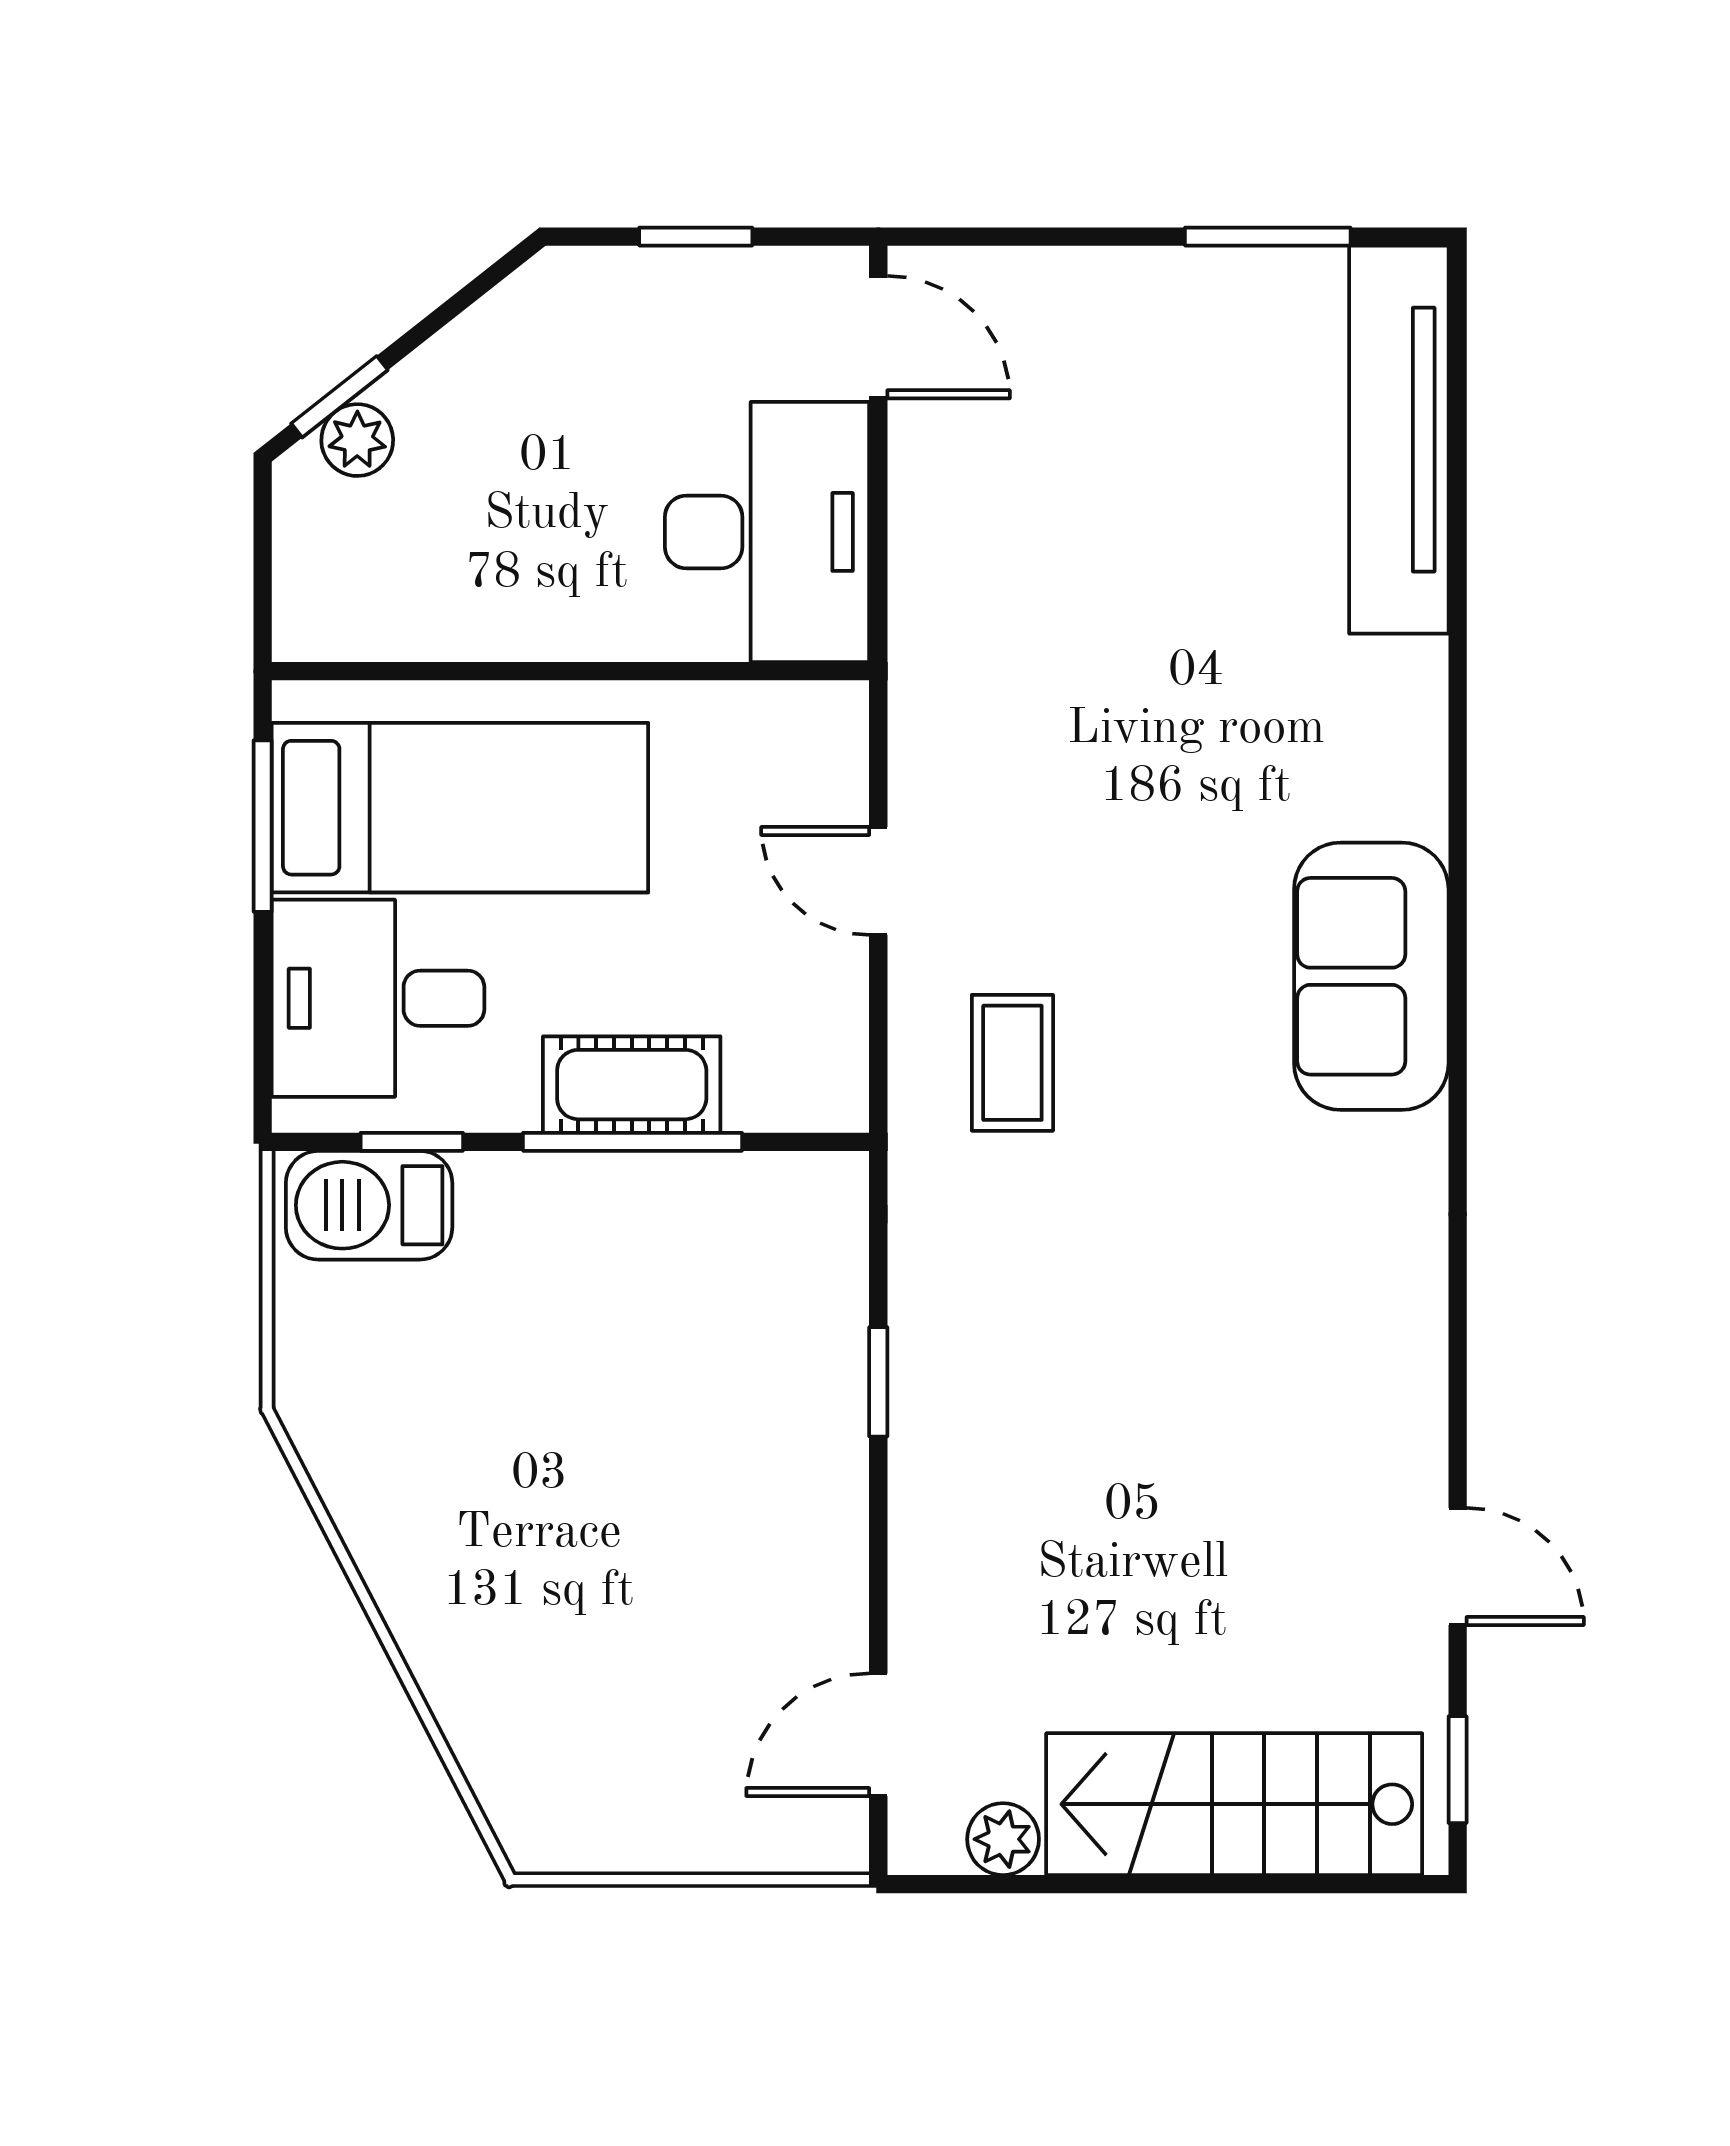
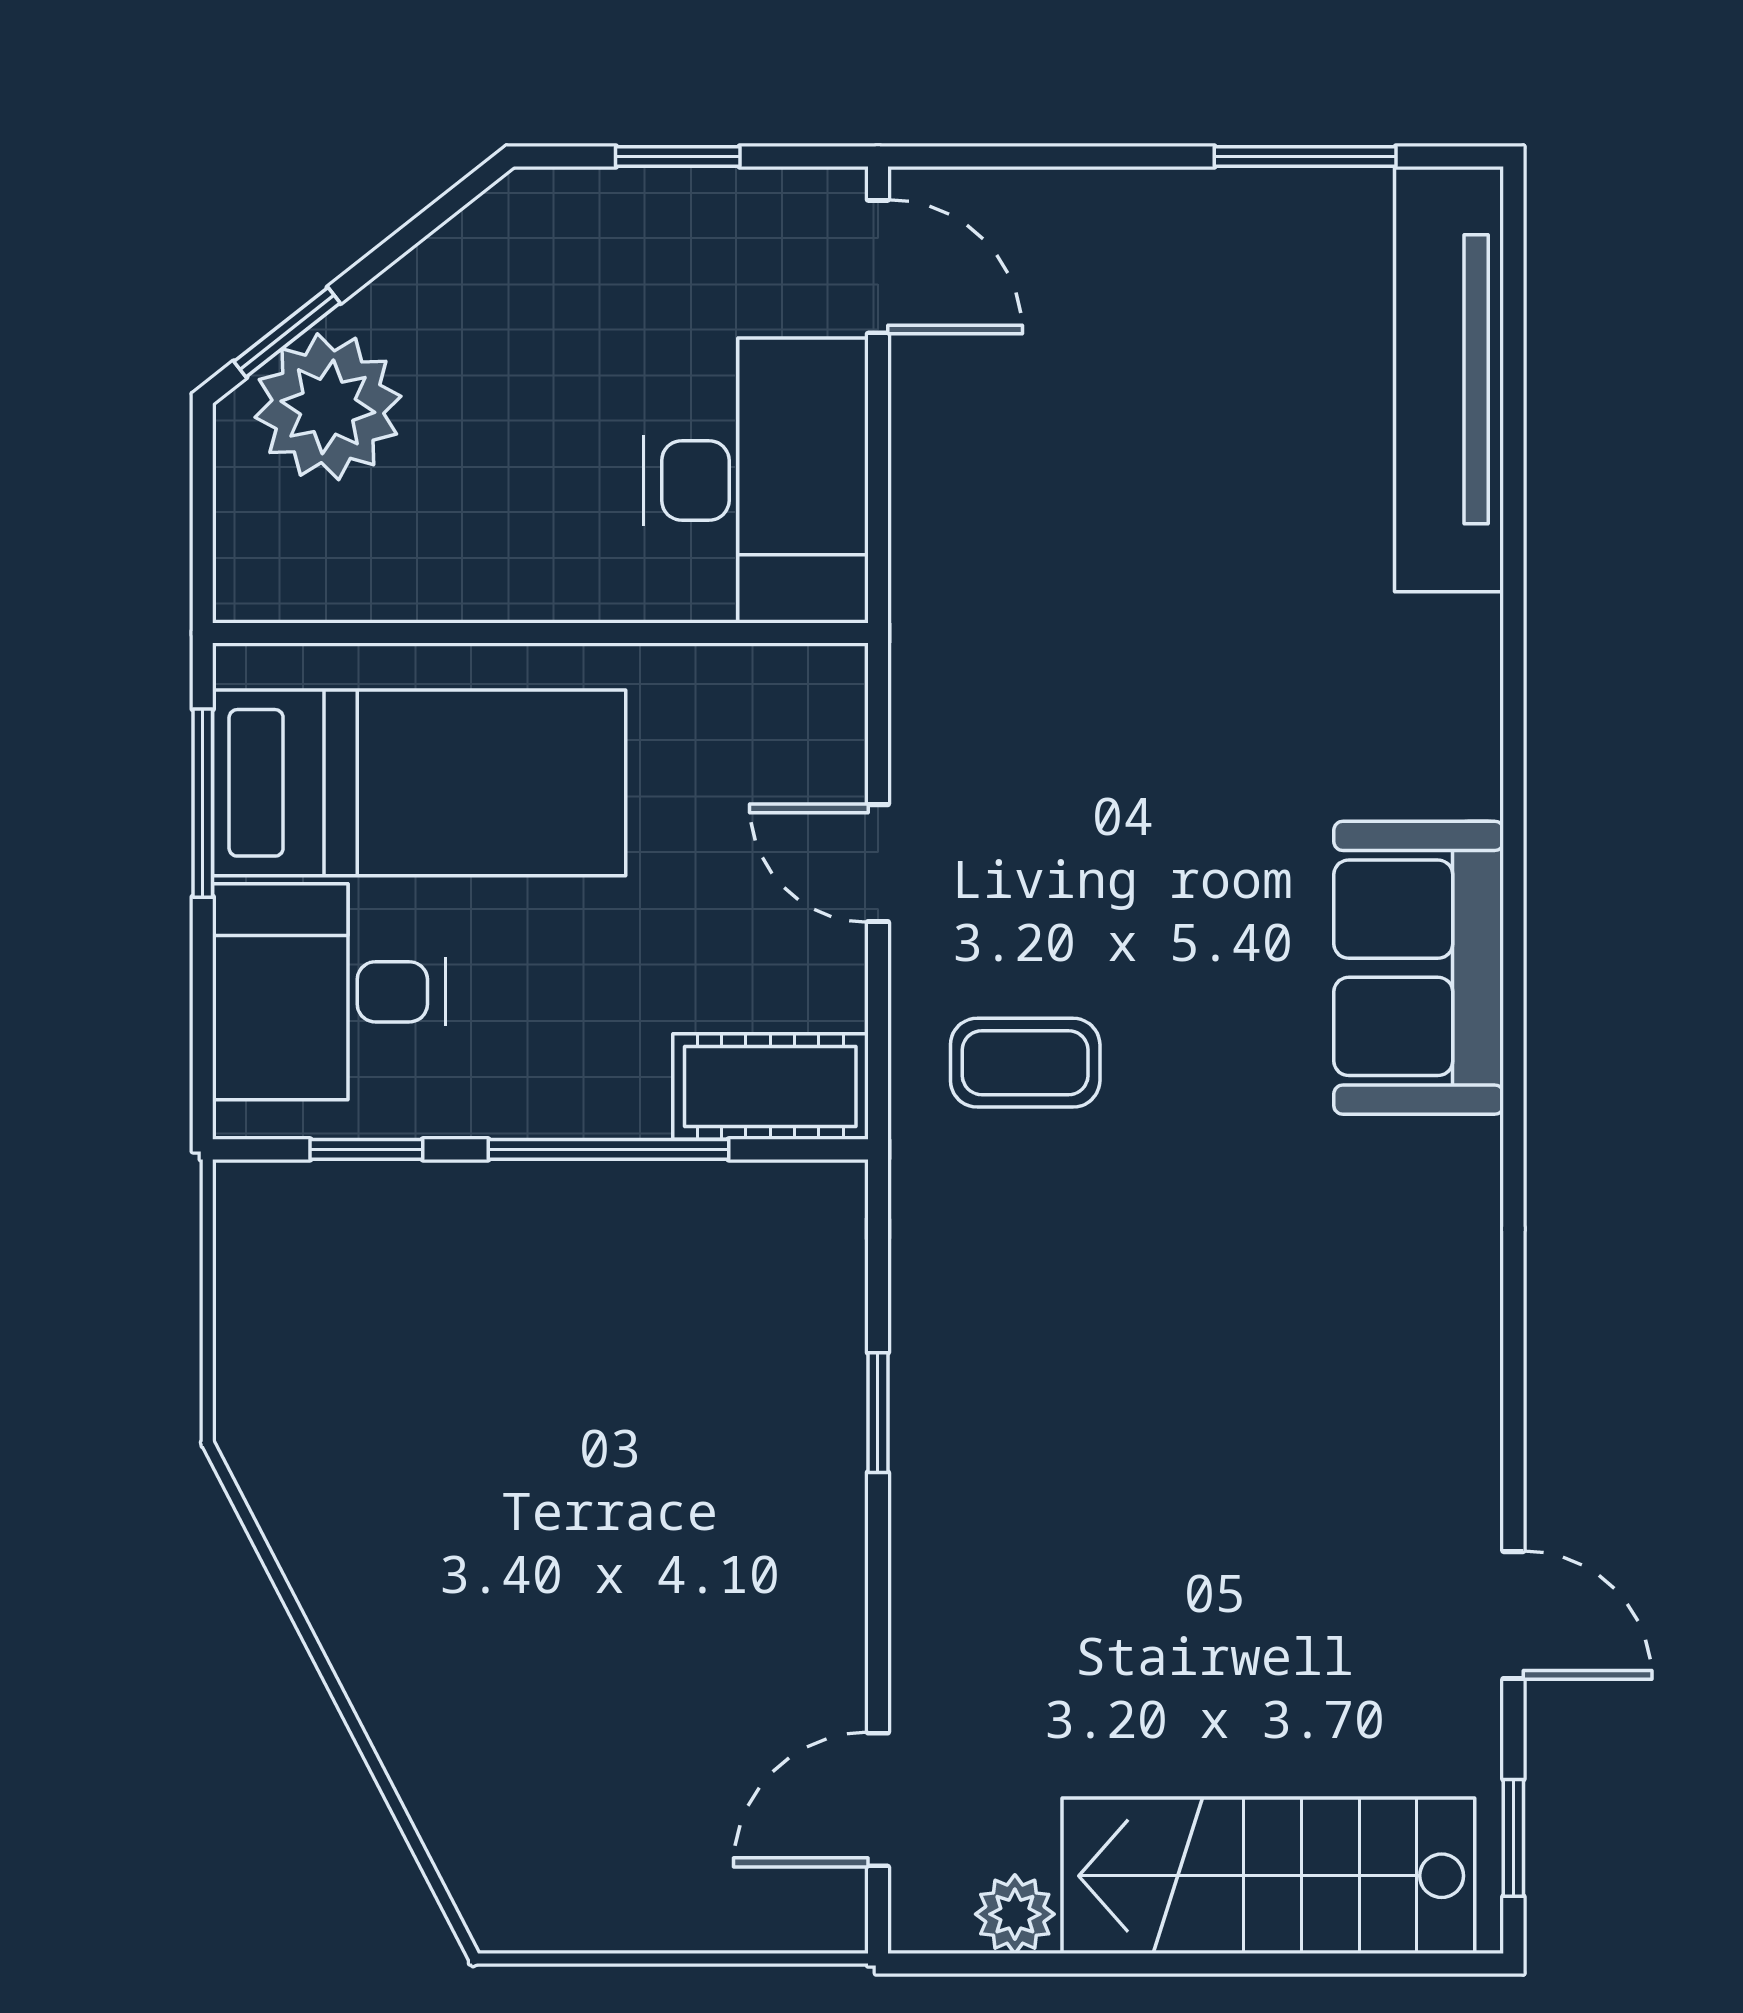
plant: (357, 440) -> (328, 407), width x1.88, depth x1.88
coffee table: (1012, 1063) -> (1025, 1063), turned 90
cot: (632, 1085) -> (770, 1086), moved
barbecue: (369, 1205) -> (320, 1219), removed

